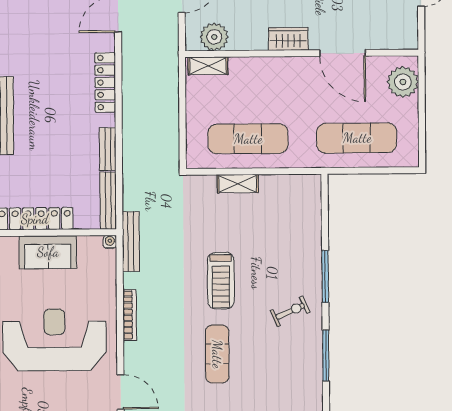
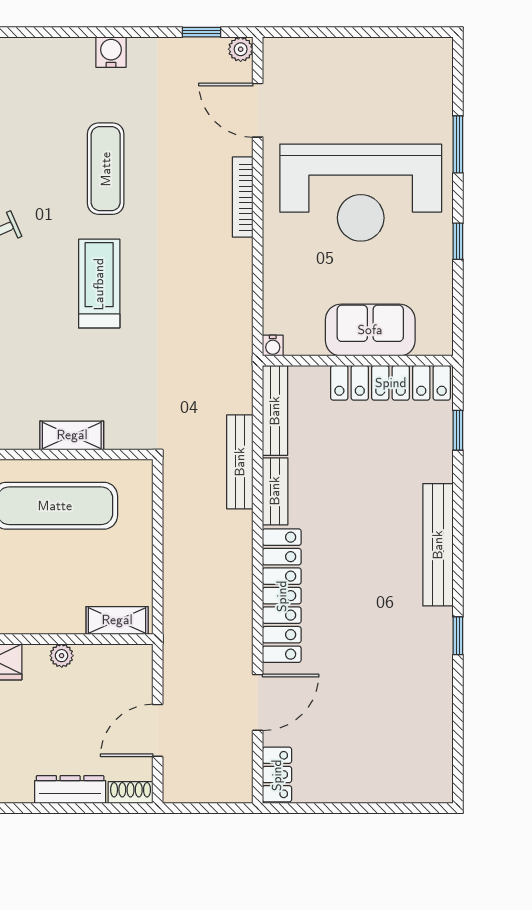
plant: (214, 37) -> (62, 656), moved, width x0.53, depth x0.53
locker: (105, 82) -> (282, 596), width x1.41, depth x1.21
bench: (131, 242) -> (240, 462), moved
bookcase: (130, 315) -> (243, 197), moved

